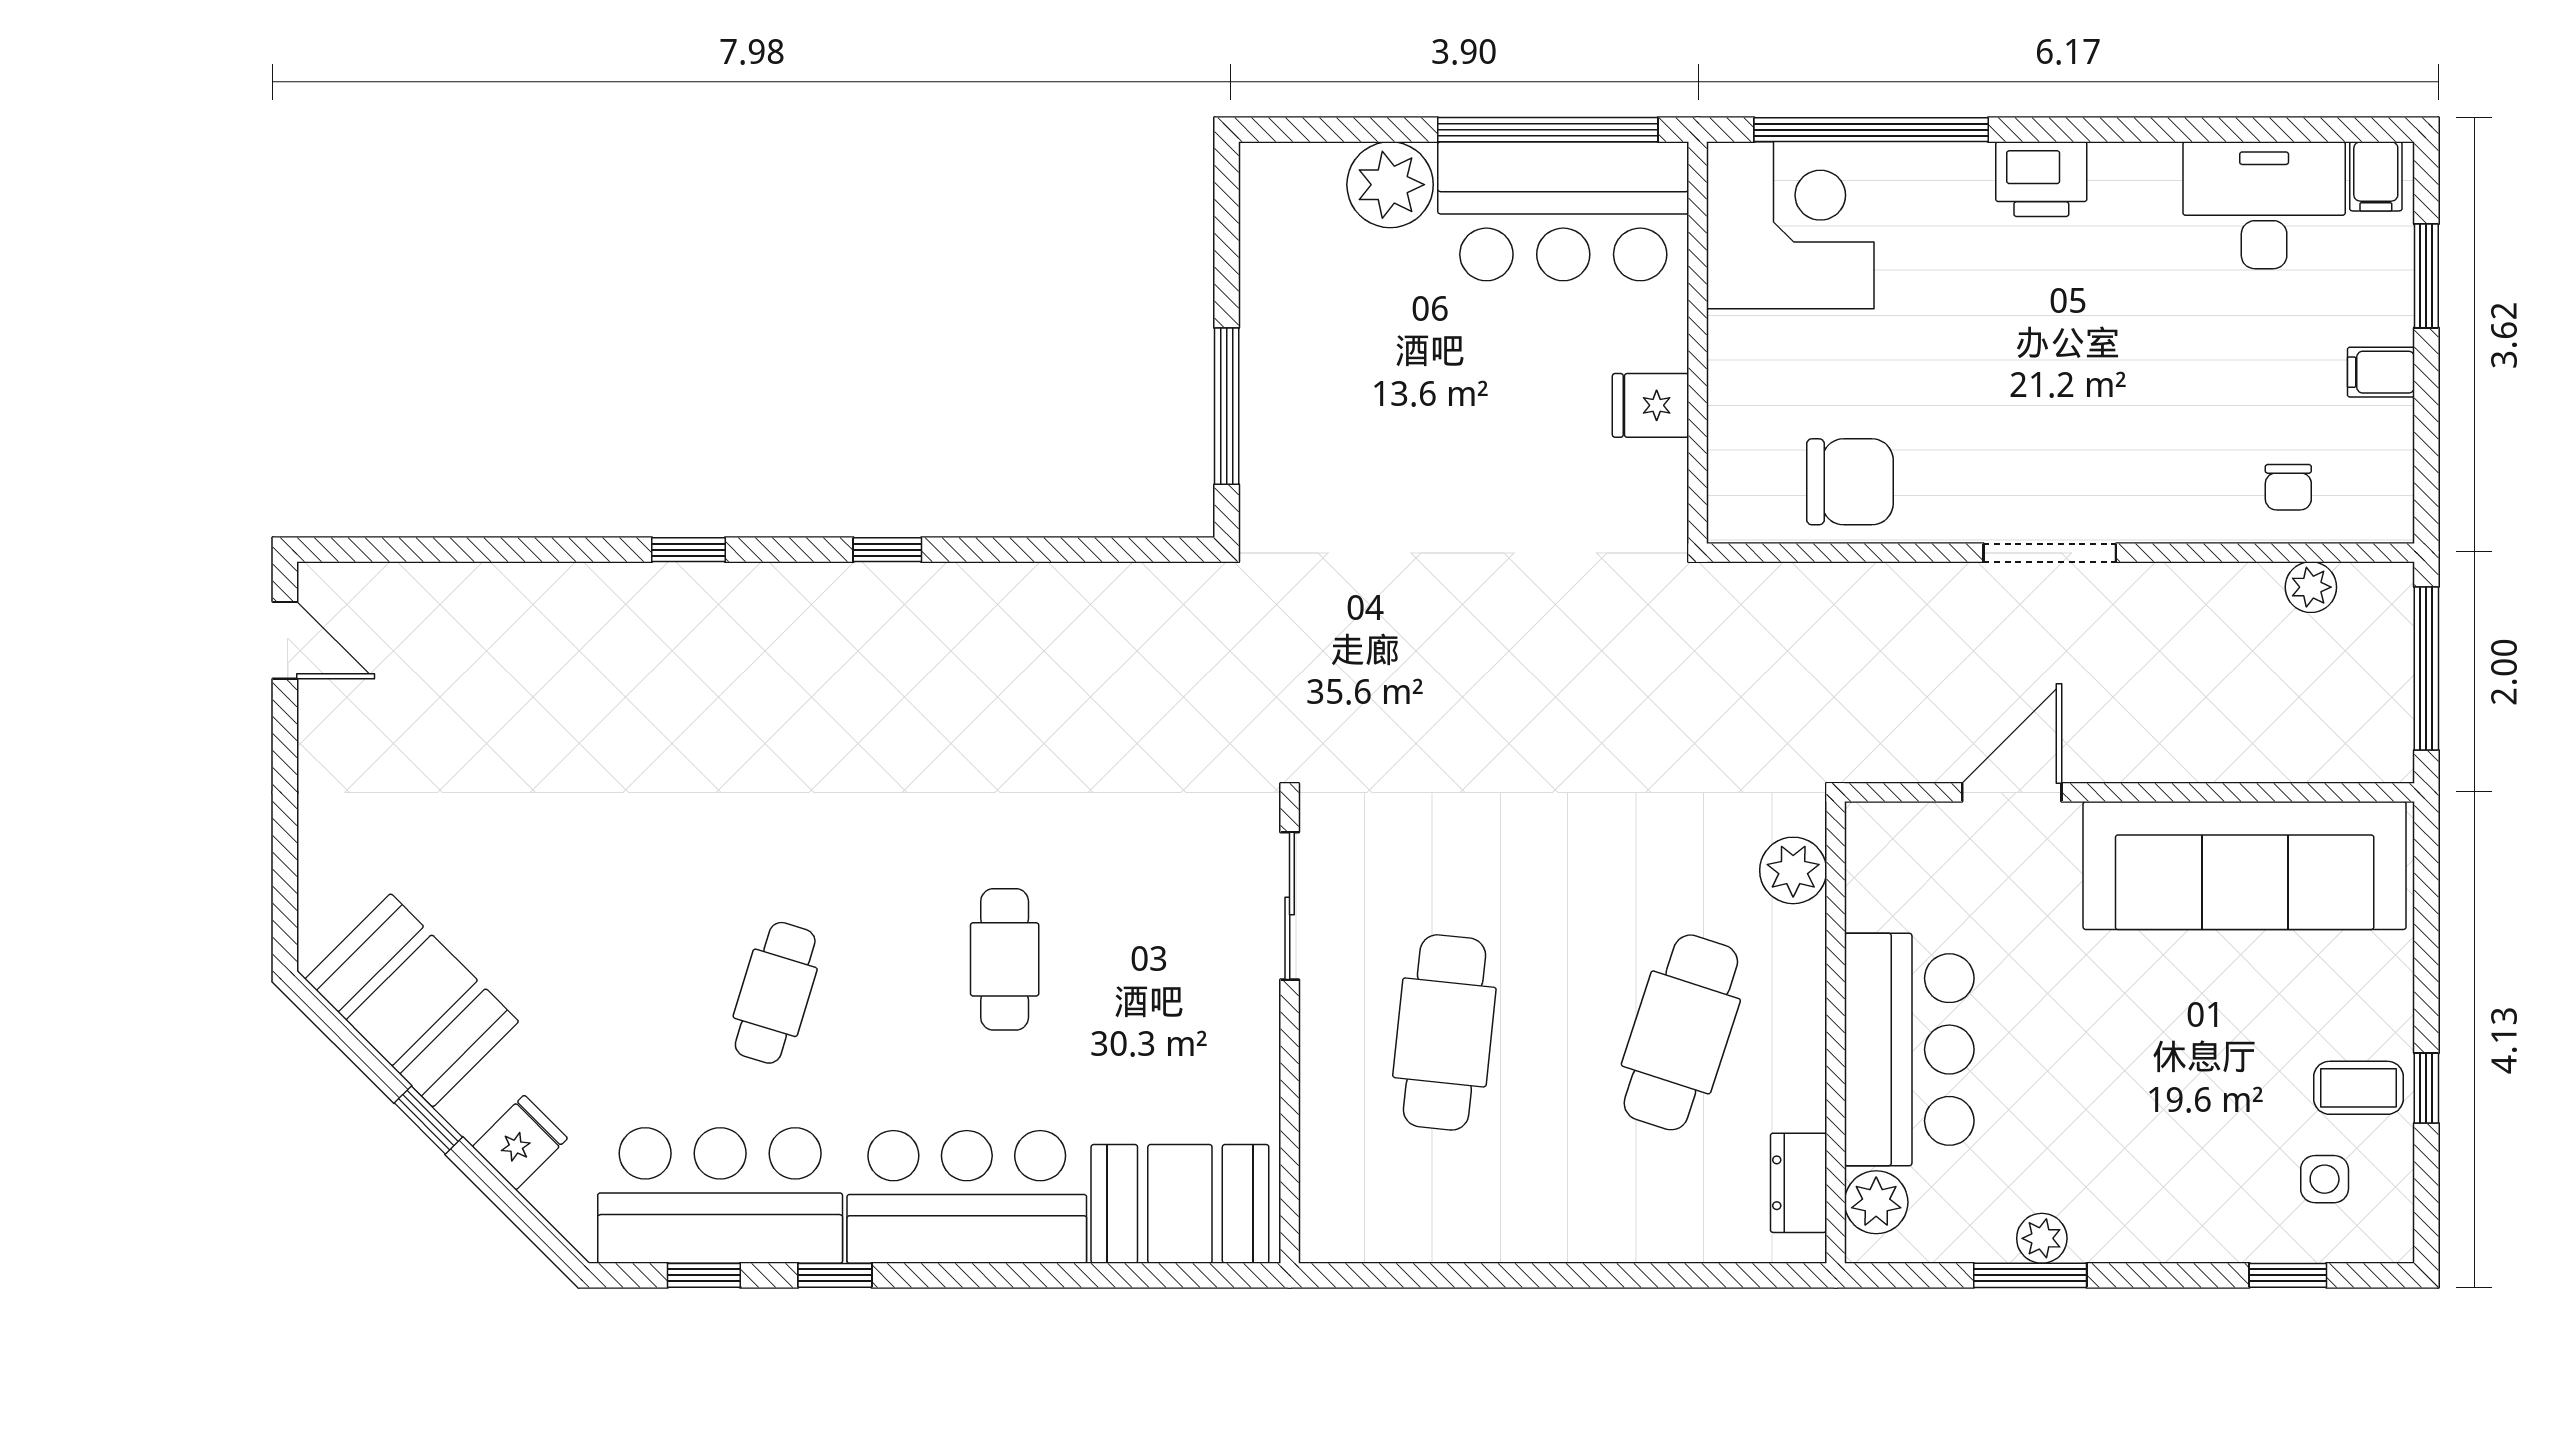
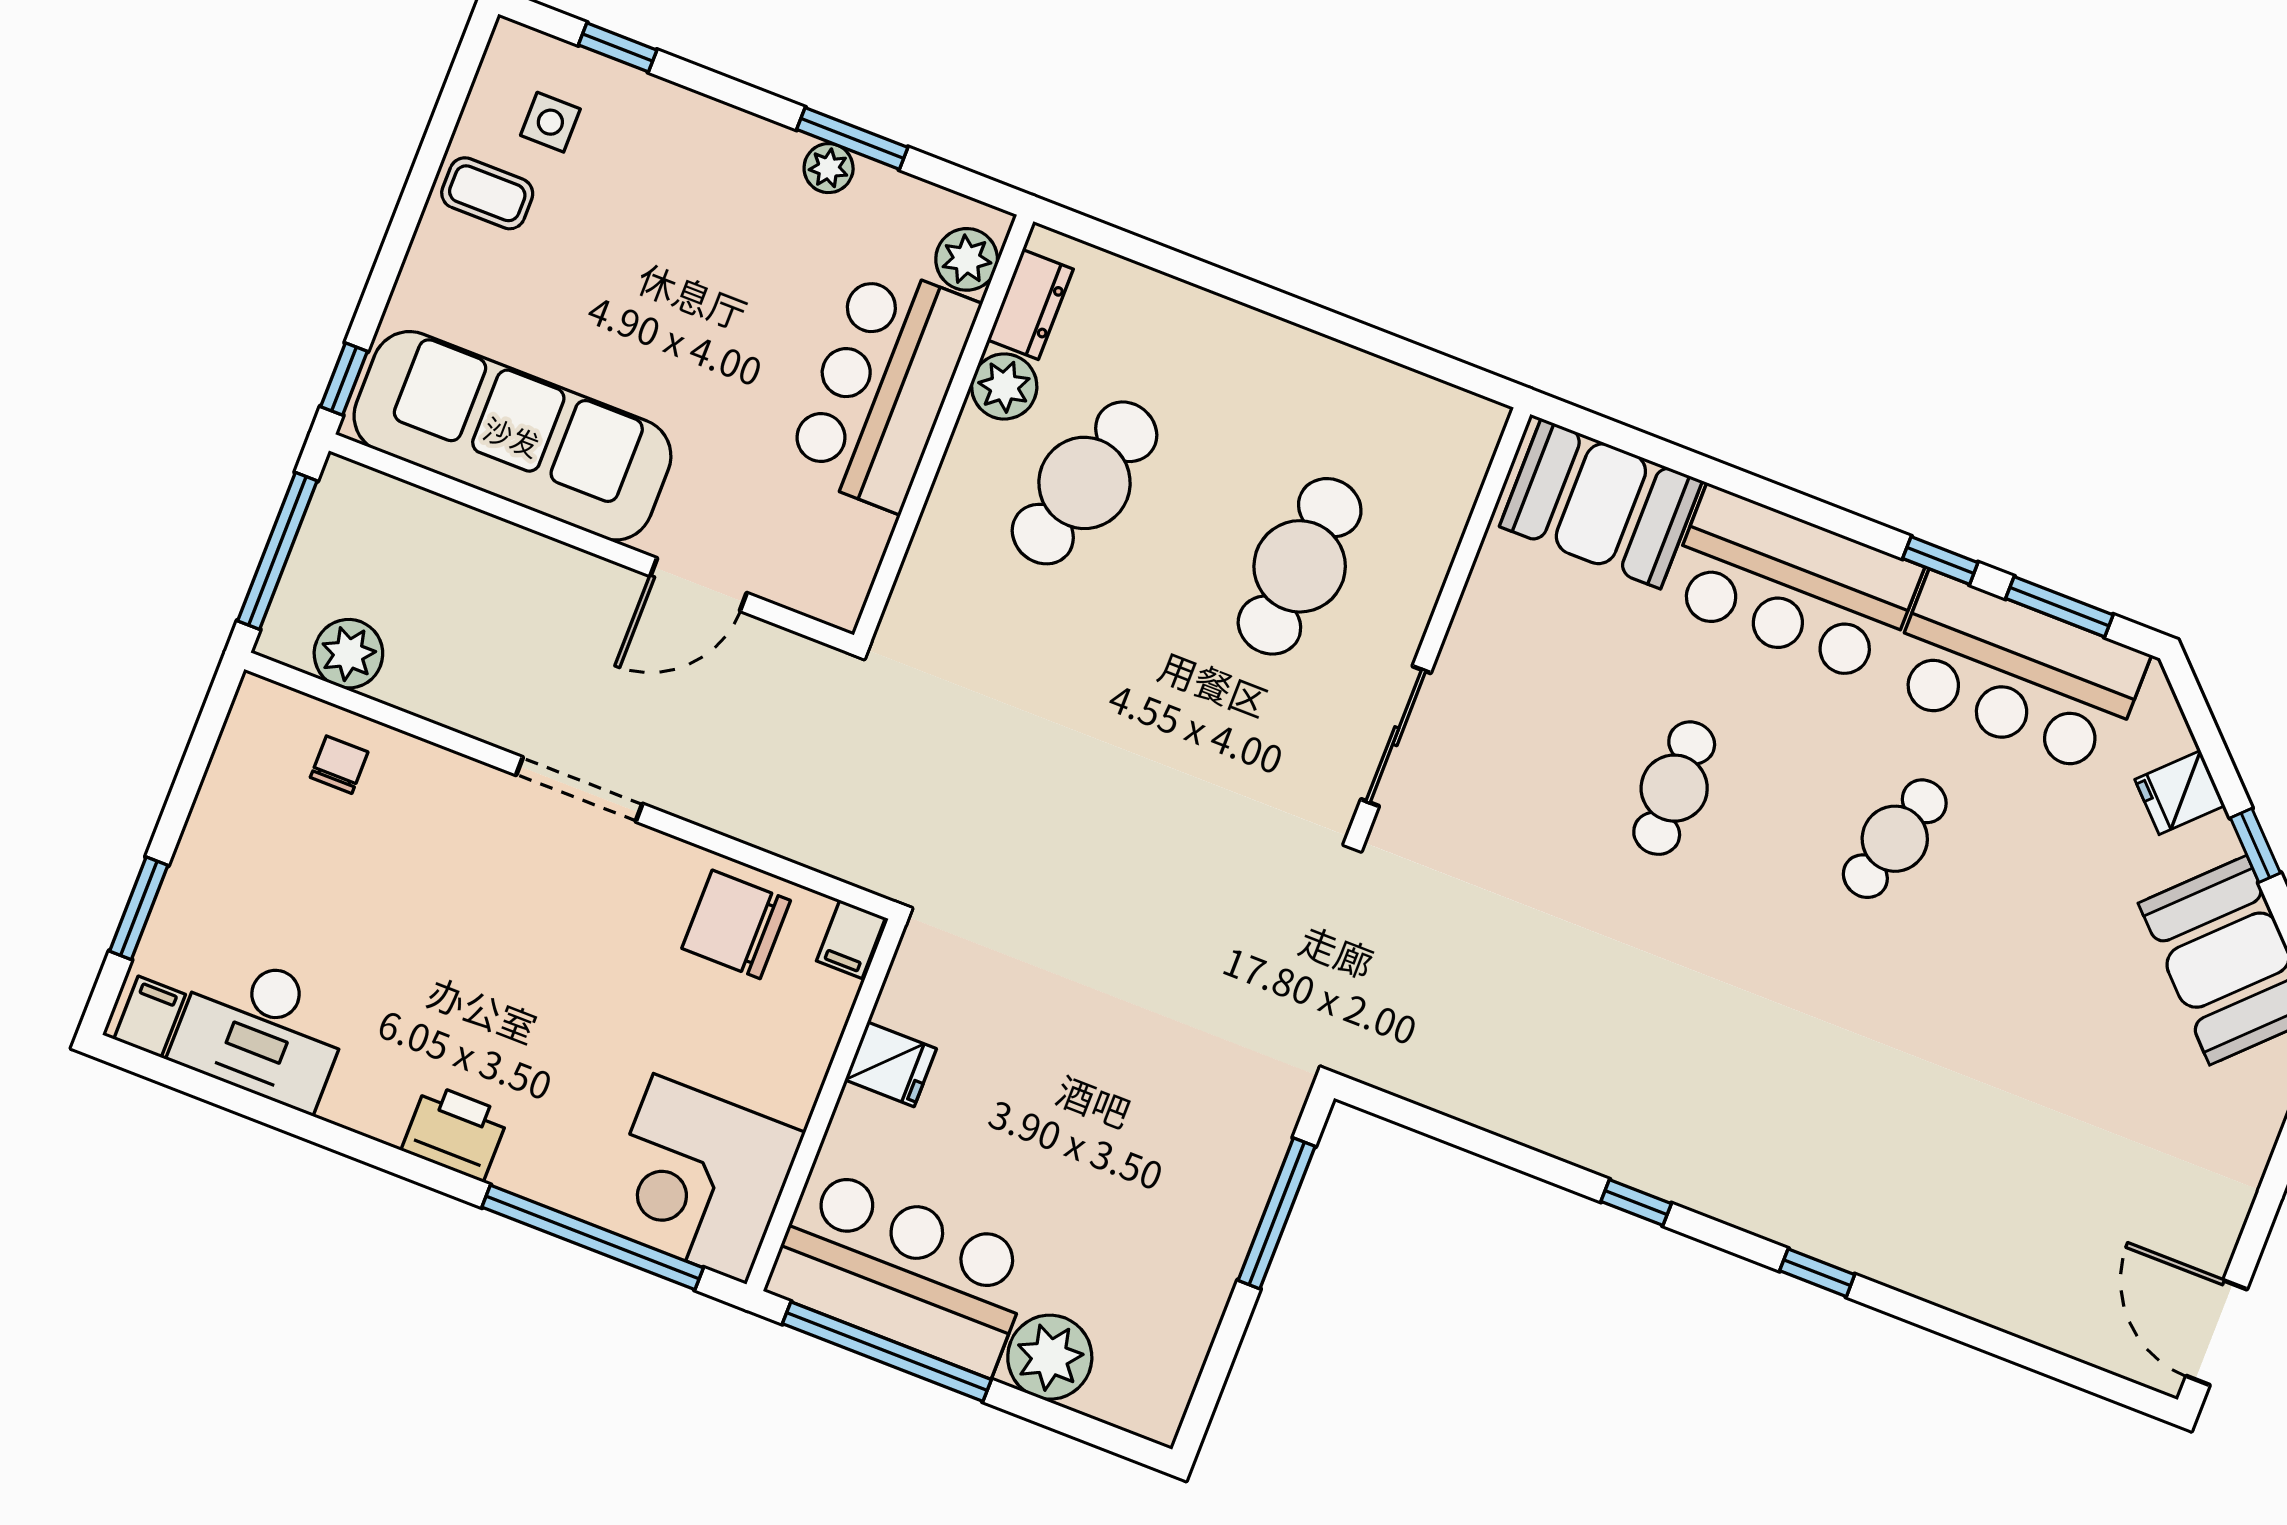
filing cabinet: (2381, 372) -> (851, 939), moved, turned 90
plant: (2311, 587) -> (348, 654), width x1.38, depth x1.38
door: (285, 640) -> (2217, 1333), width x1.38
plant: (1793, 870) -> (1004, 386), moved
window: (2426, 1088) -> (344, 379), moved
window: (704, 1275) -> (2059, 607), width x1.50

